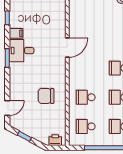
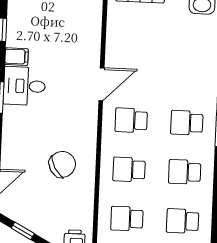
school desk: (86, 68) -> (131, 120), added
chair: (46, 96) -> (62, 164), turned 149

